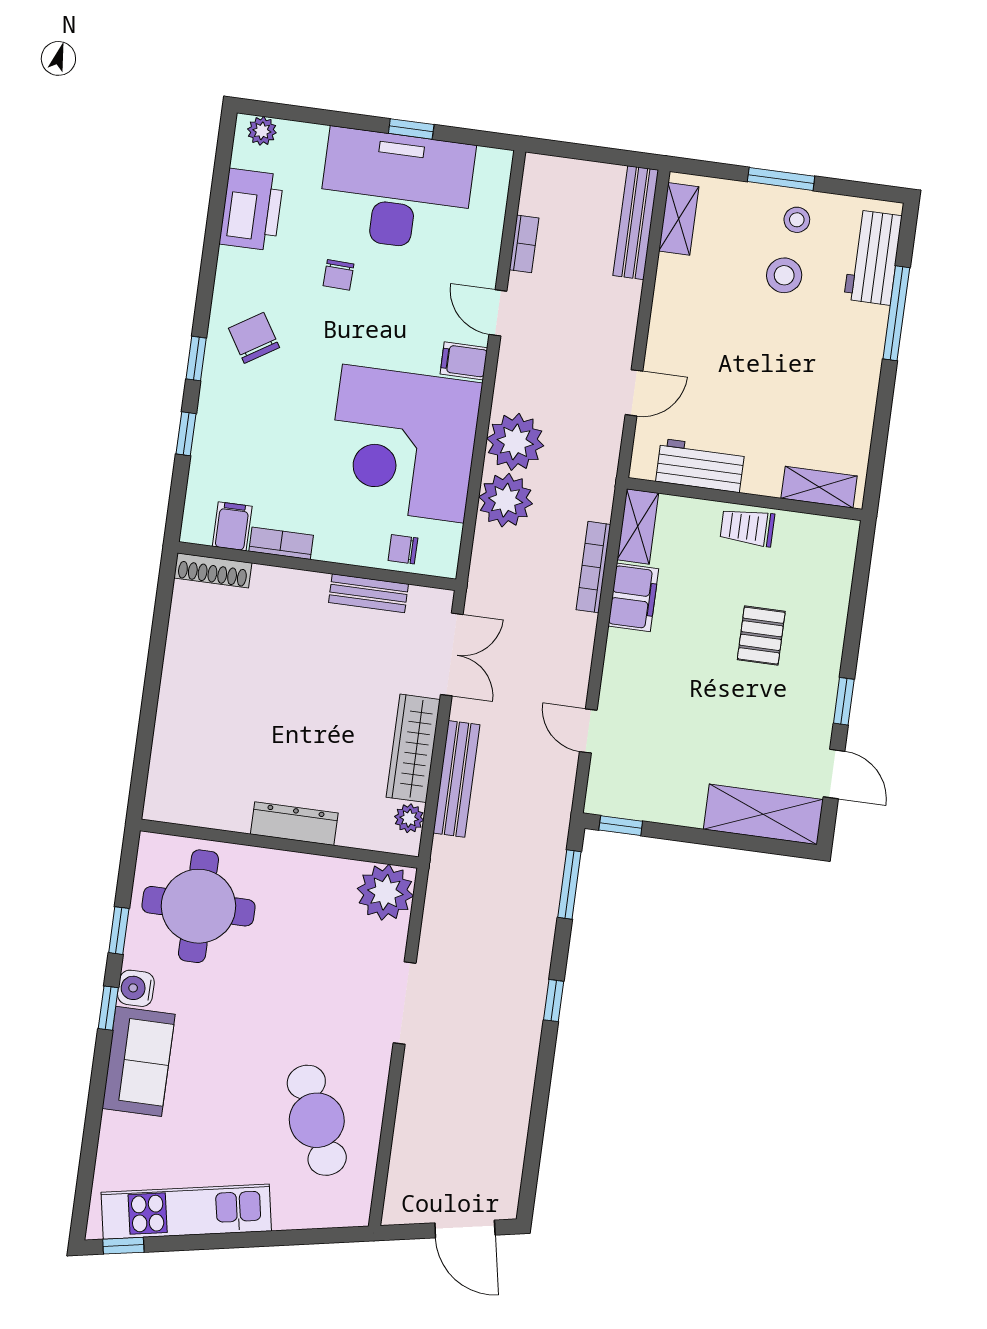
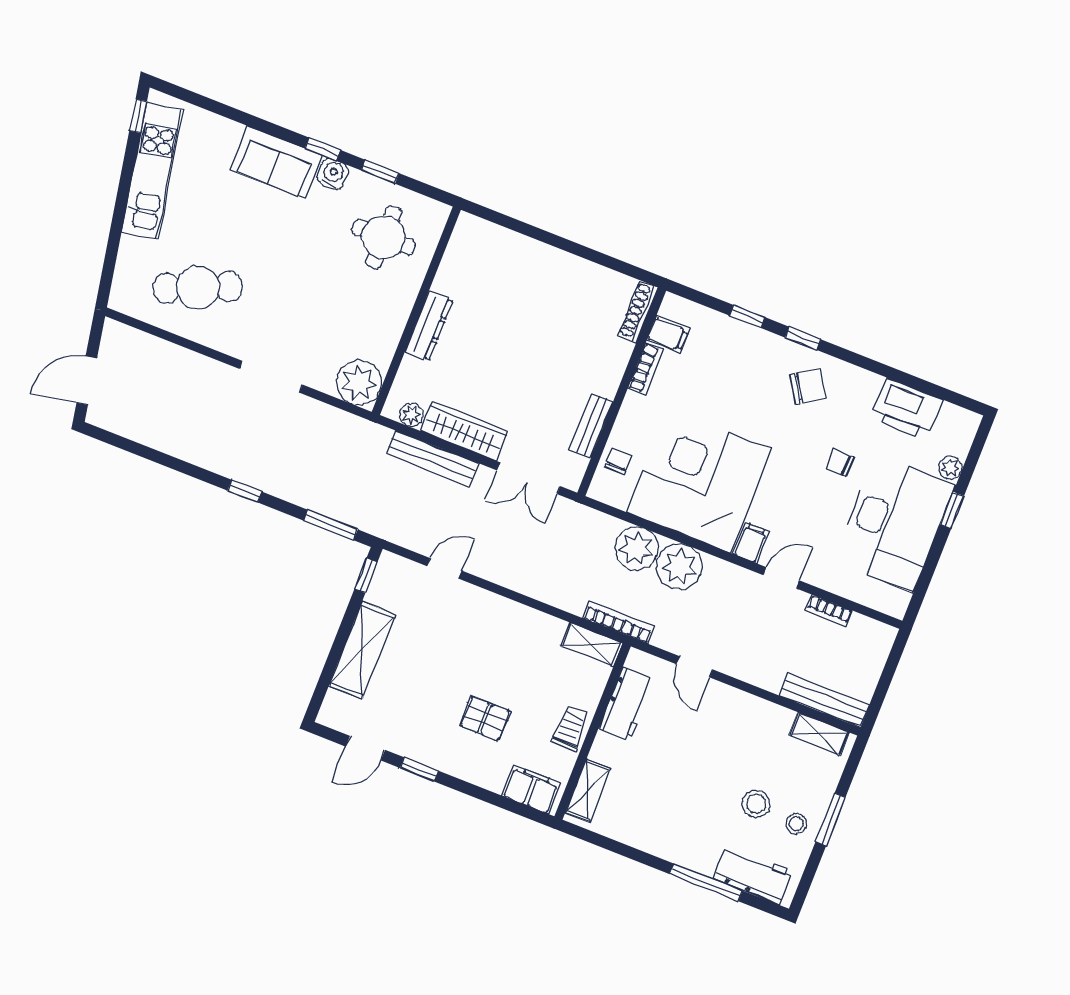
window: (411, 129) -> (952, 510), moved
plant: (262, 131) -> (950, 468), moved
bookcase: (593, 567) -> (618, 623), moved
filing cabinet: (633, 597) -> (531, 789), moved, turned 180
shelving: (763, 814) -> (362, 650), moved
round table: (198, 906) -> (384, 237), width x0.73, depth x0.73

